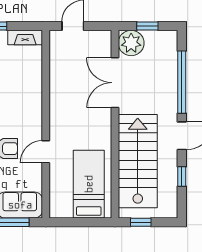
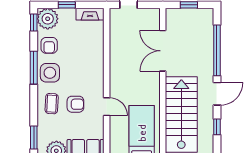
plant: (131, 43) -> (176, 19), removed
door: (46, 152) -> (107, 107), swing flipped

